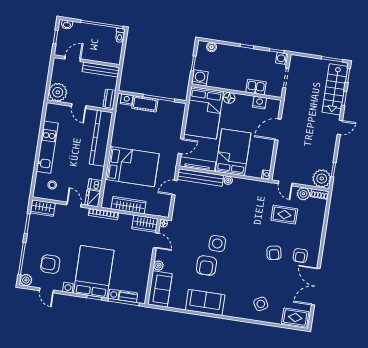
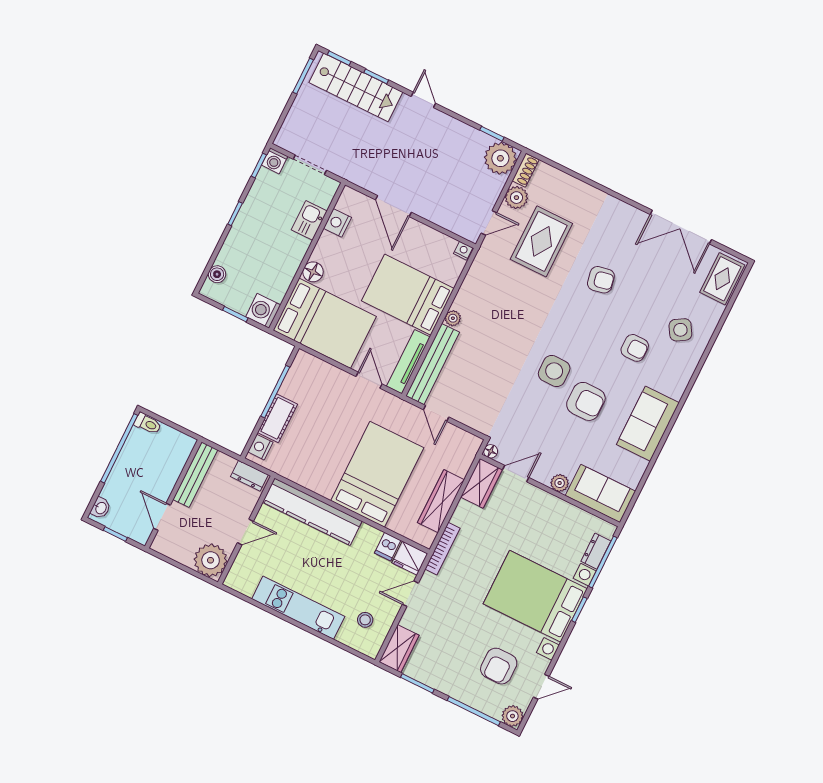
rug: (284, 215) -> (541, 241), width x1.36, depth x1.43
armchair: (300, 256) -> (635, 348), moved

